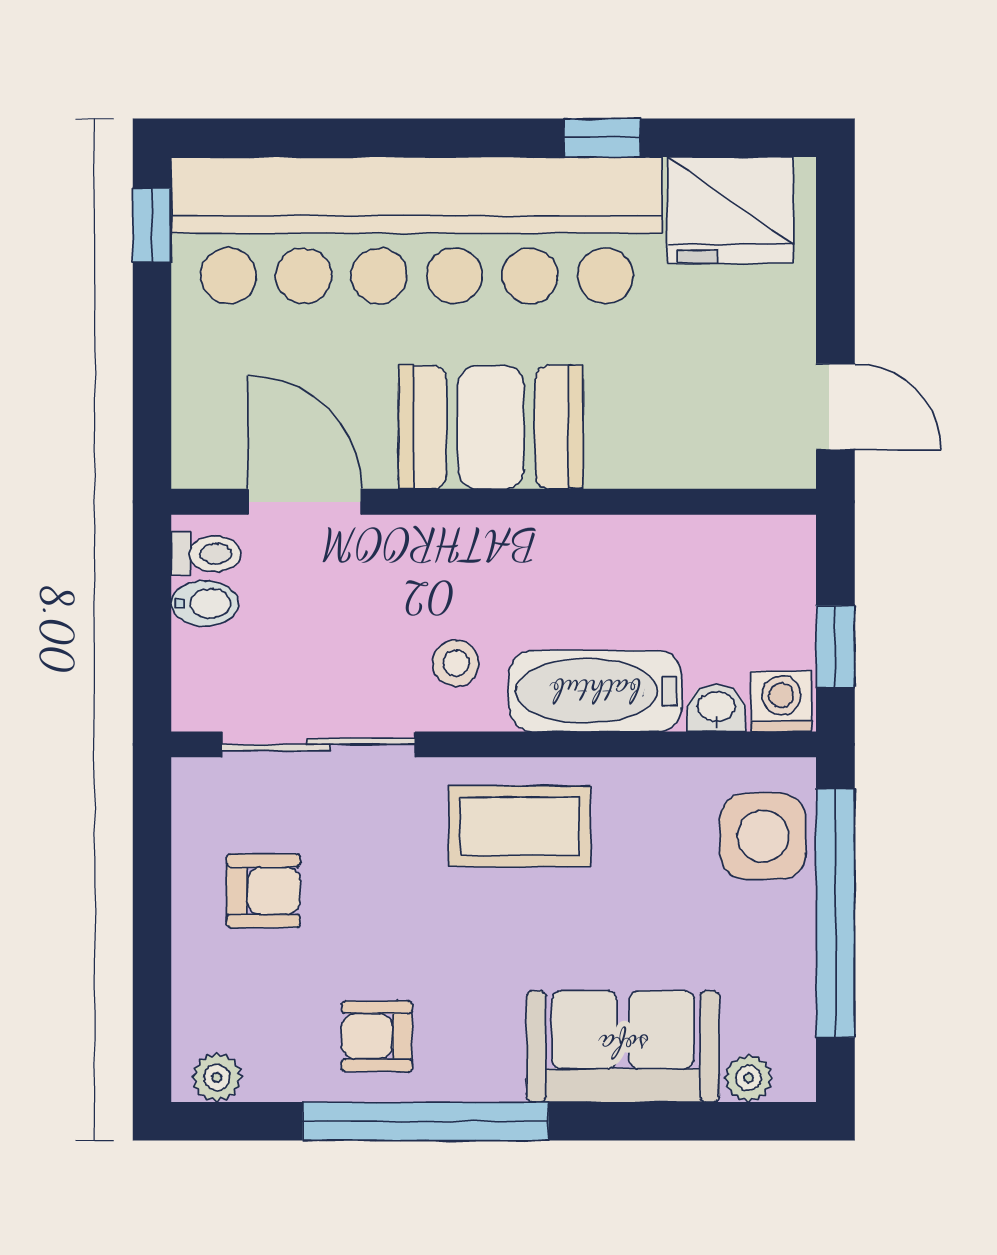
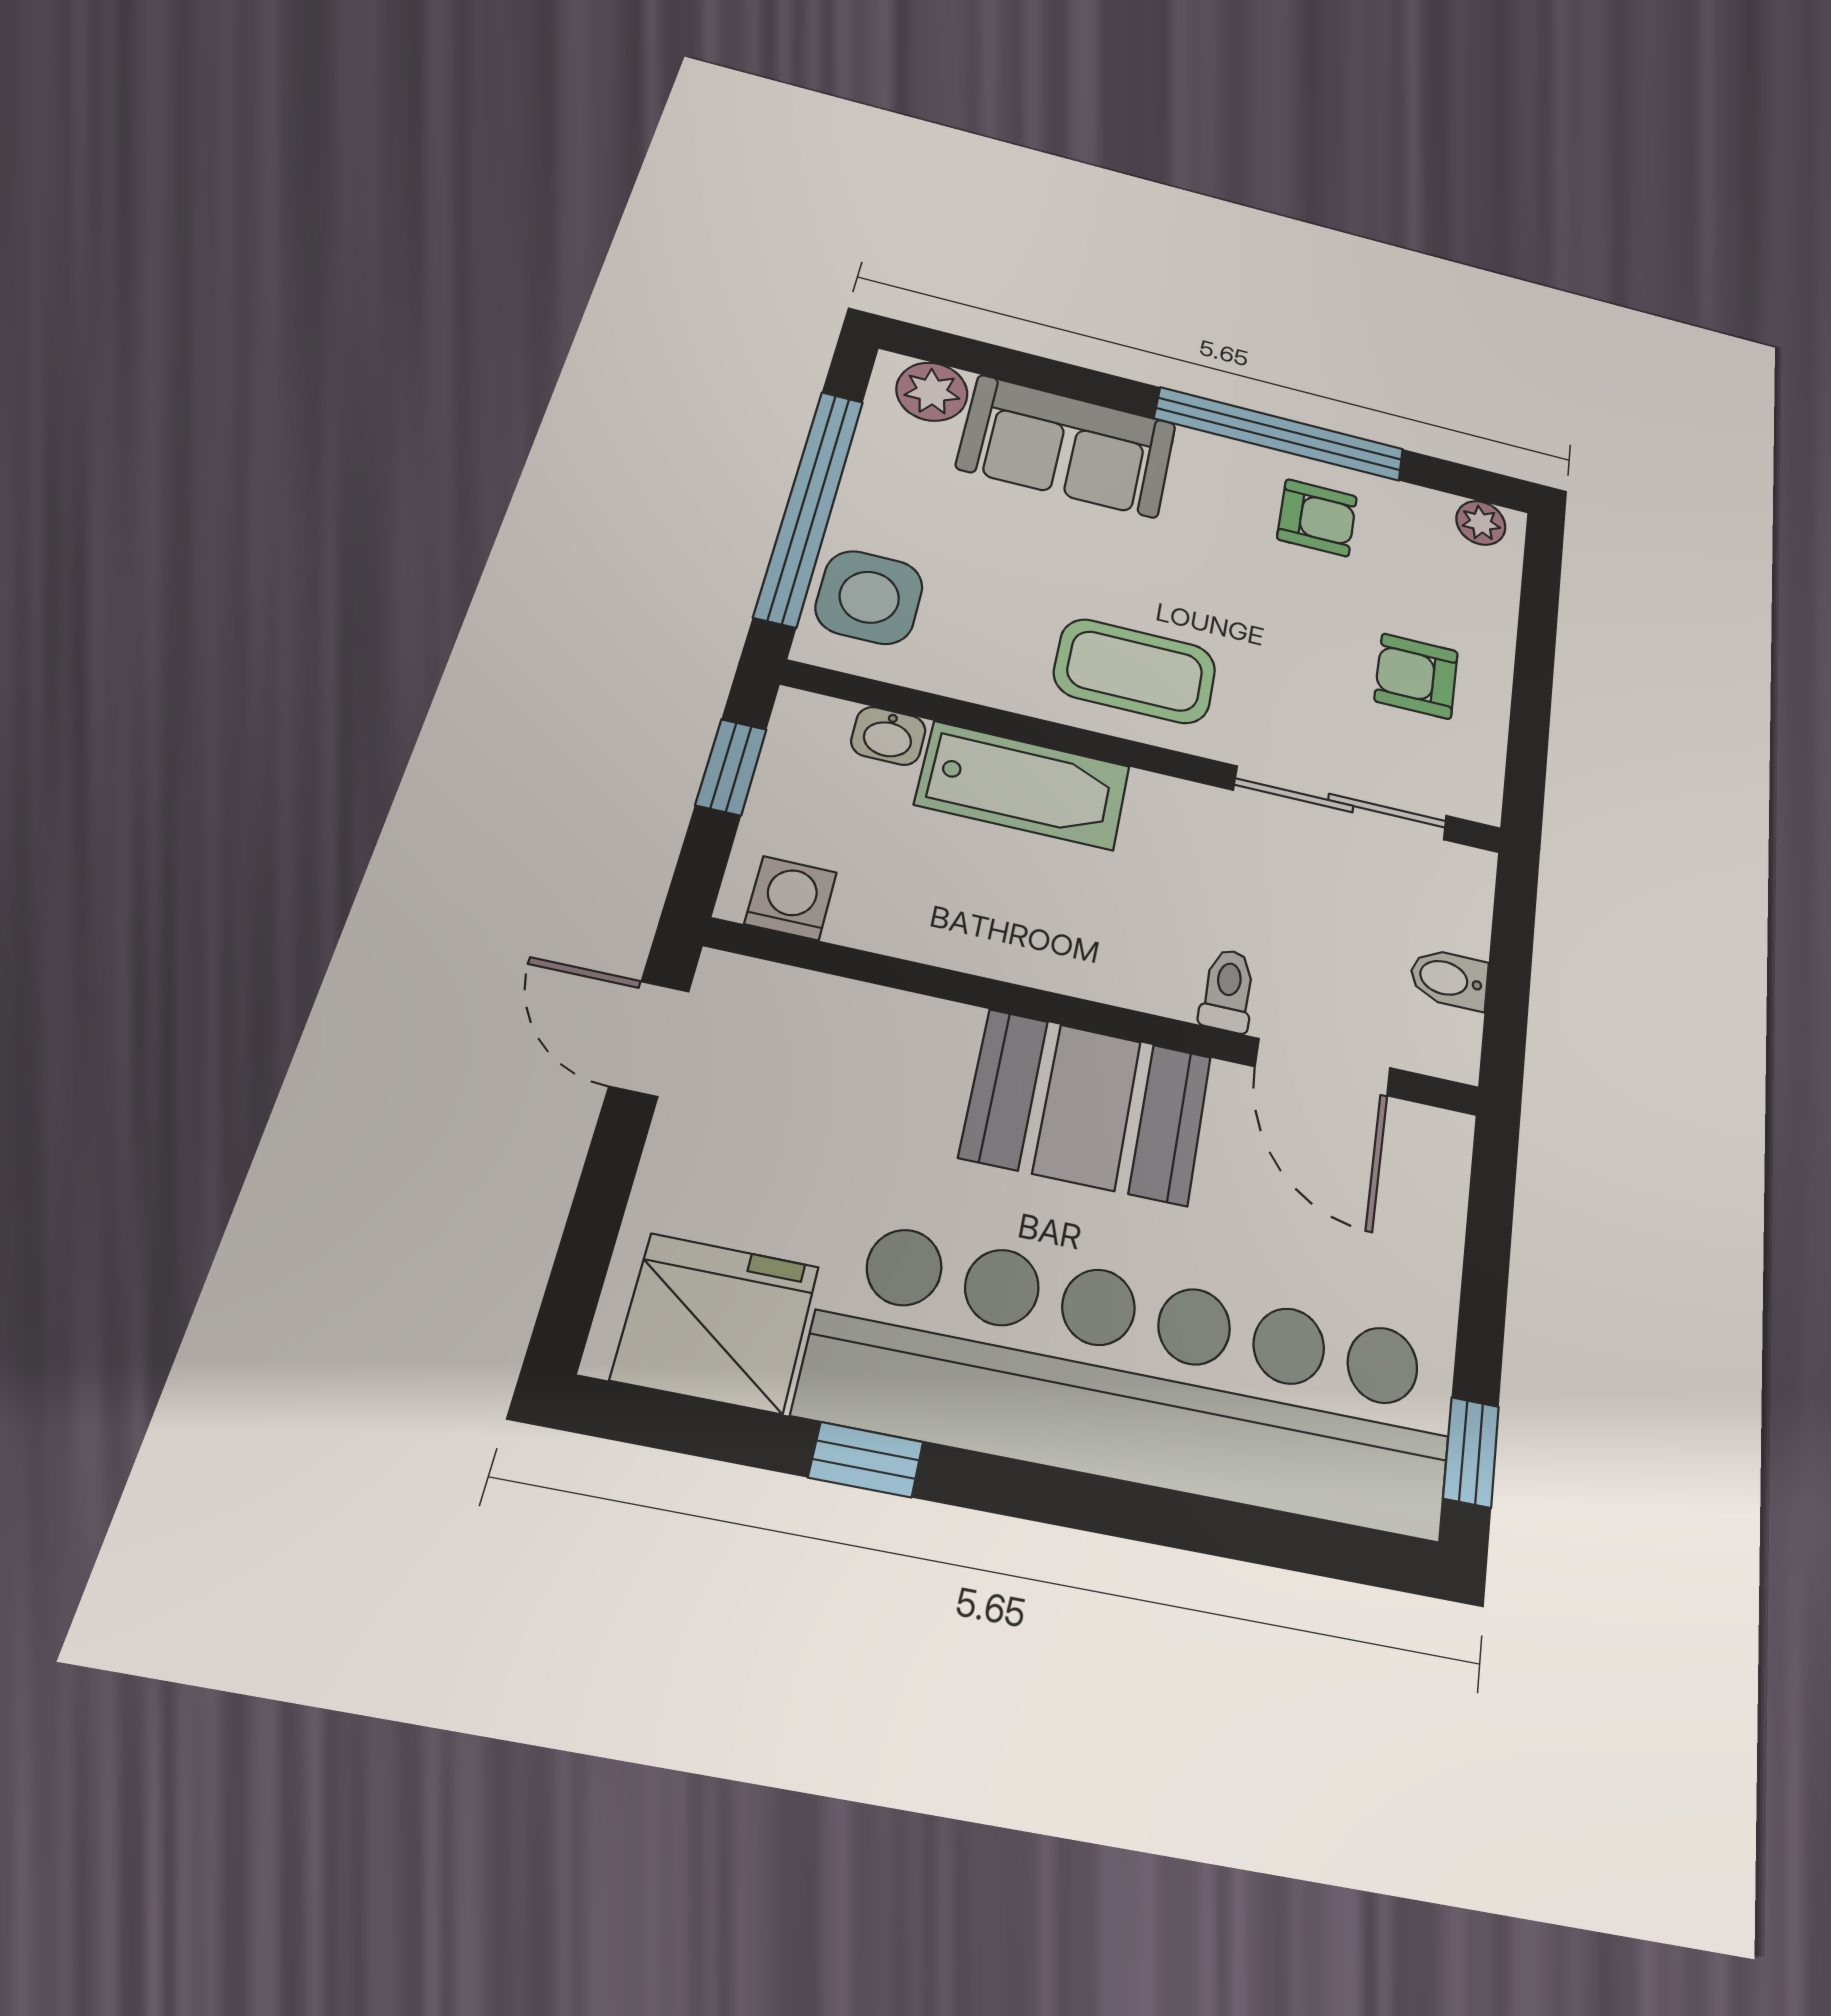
toilet: (206, 554) -> (1228, 990), moved, turned 90
stool: (456, 663) -> (1176, 851), removed
washing machine: (781, 701) -> (791, 898), moved, turned 180
plant: (749, 1078) -> (932, 392), width x1.38, depth x1.38

